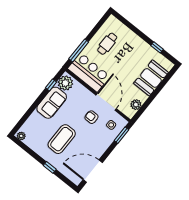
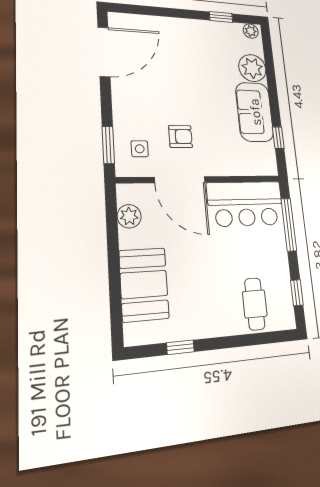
window: (99, 25) -> (297, 293), added
cafe table: (107, 44) -> (255, 304), moved
plant: (65, 83) -> (252, 68), moved
coffee table: (62, 139) -> (194, 68), removed
window: (50, 167) -> (221, 17), moved

